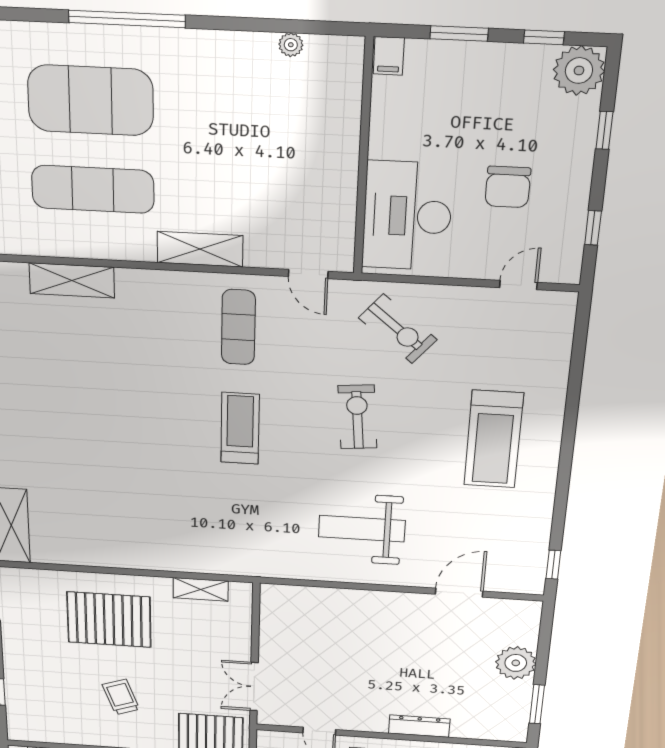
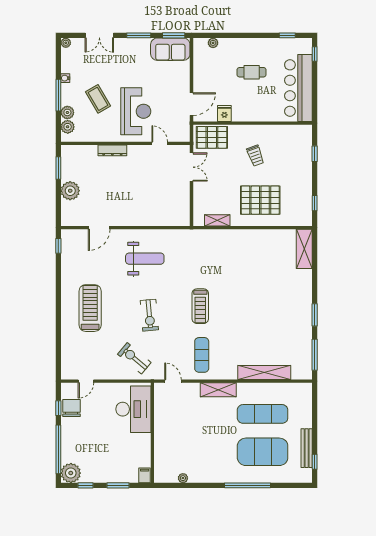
window: (604, 130) -> (58, 449), width x3.17
chair: (508, 187) -> (72, 408), moved
shelving: (72, 280) -> (264, 373), width x1.47

